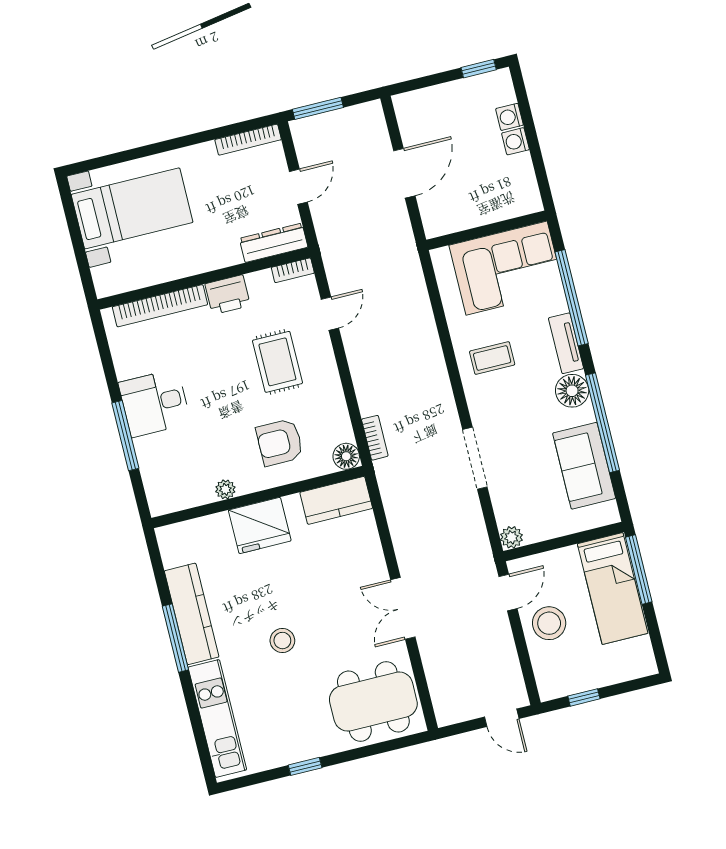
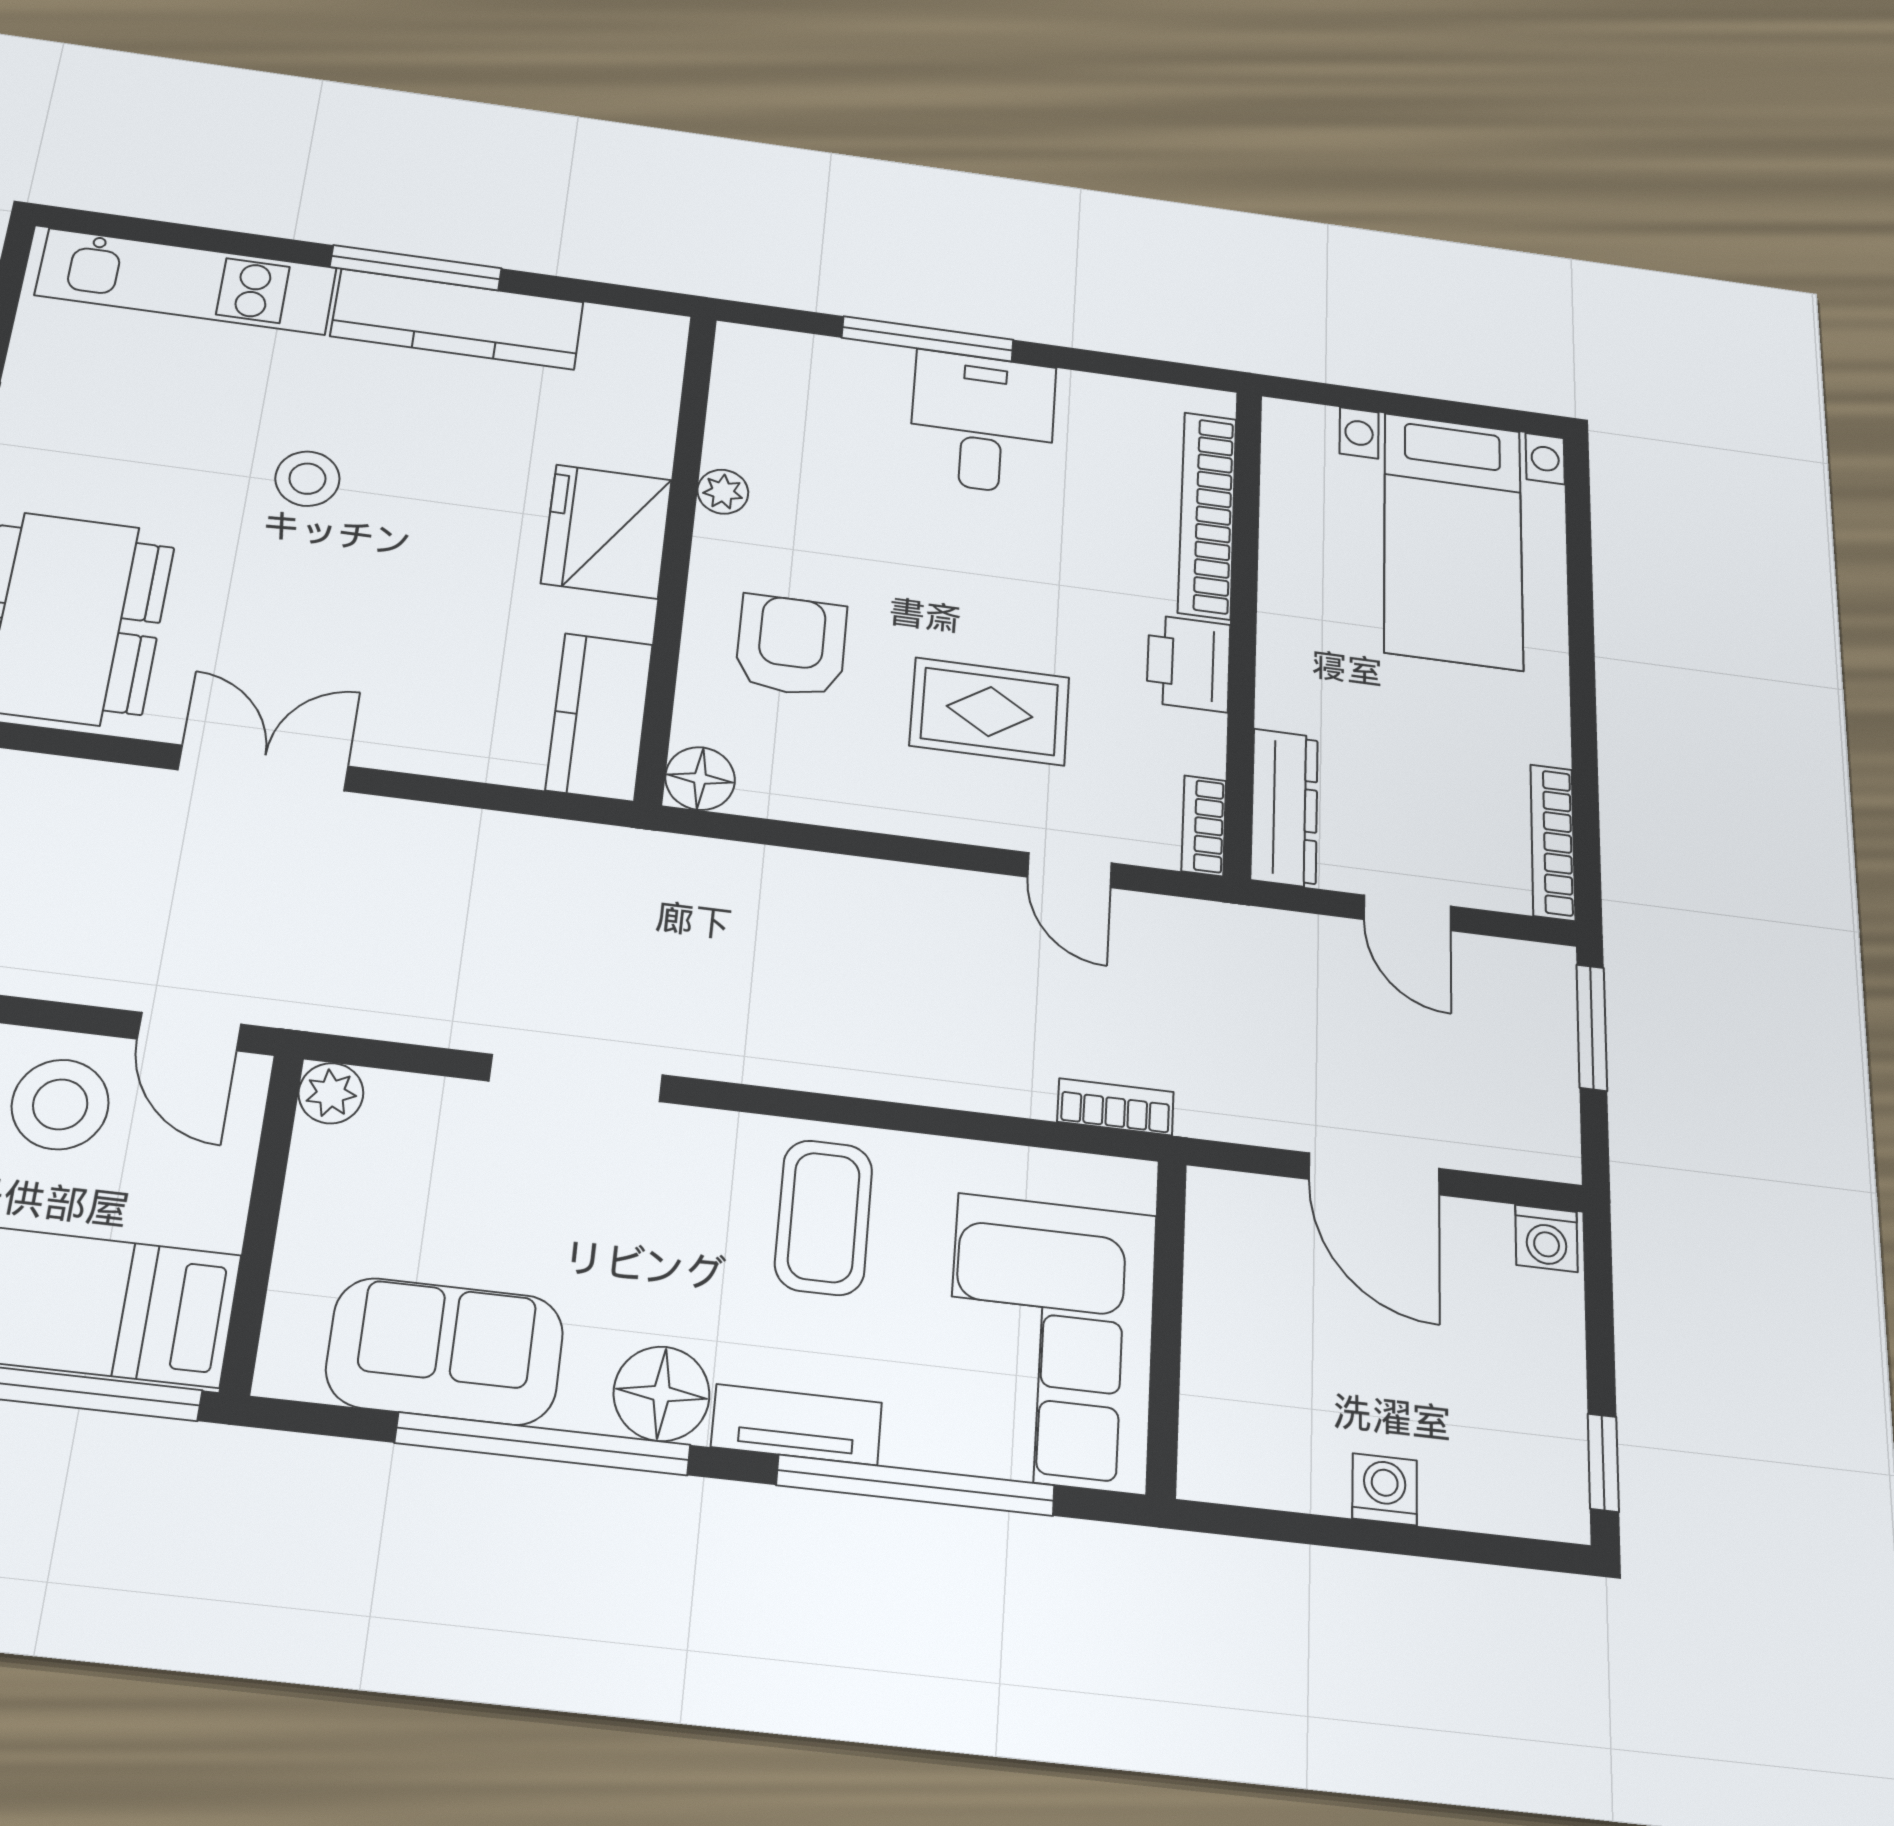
washing machine: (509, 117) -> (1546, 1238), moved, turned 180
coffee table: (492, 358) -> (824, 1217), width x1.36, depth x1.30
bookcase: (375, 438) -> (1115, 1107), moved, turned 180

